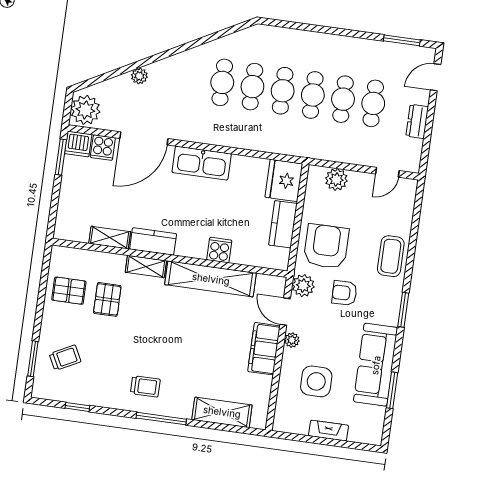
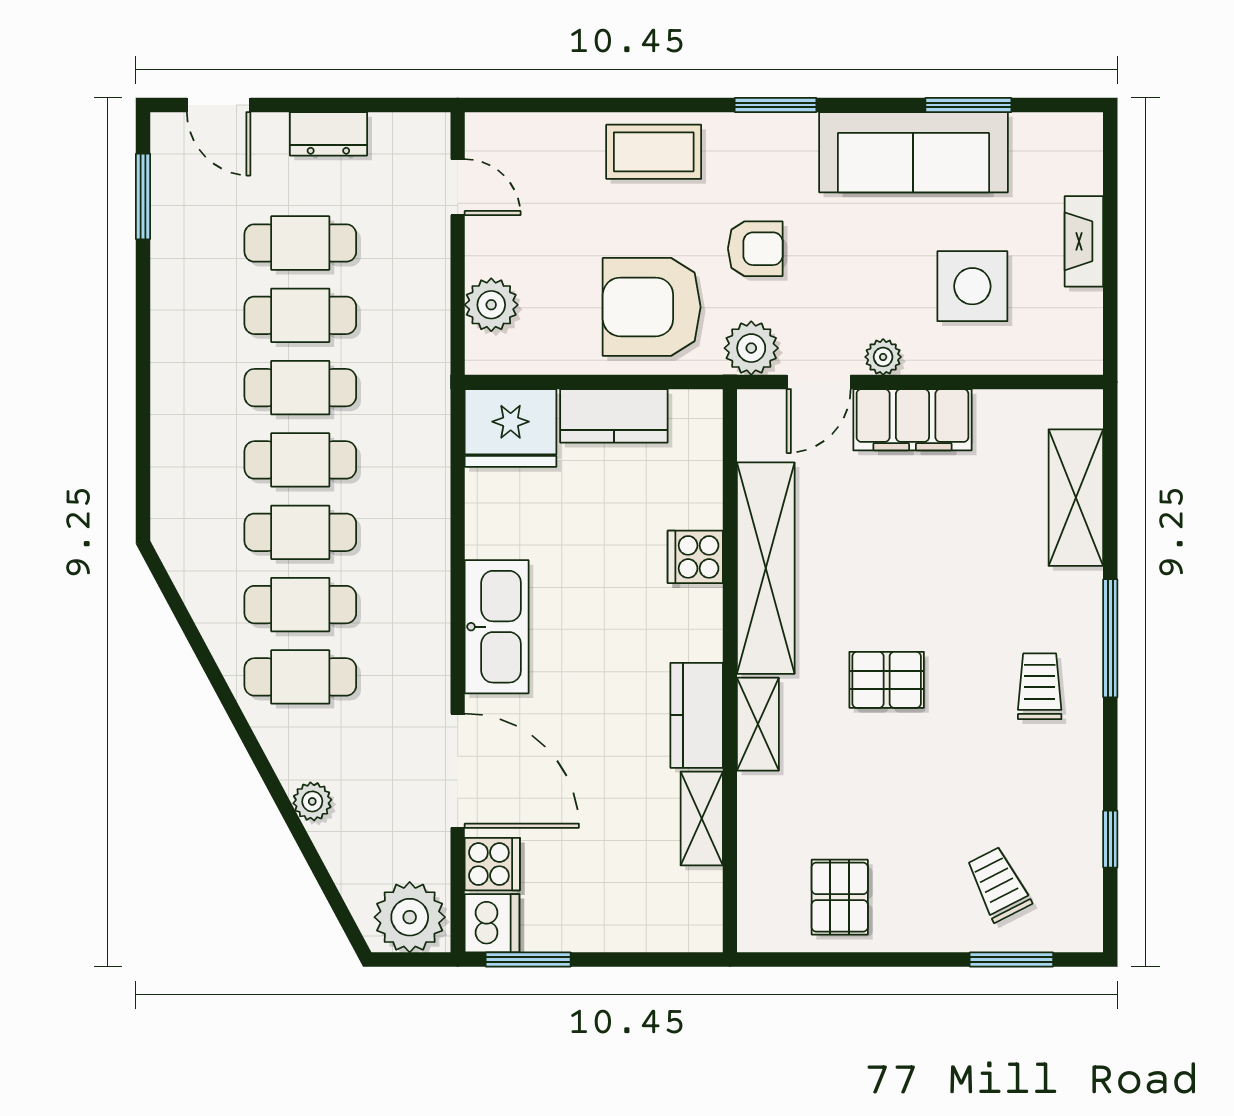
cafe table: (192, 78) -> (300, 677), added
armchair: (344, 293) -> (755, 249), turned -89
pallet: (107, 299) -> (887, 680), moved

